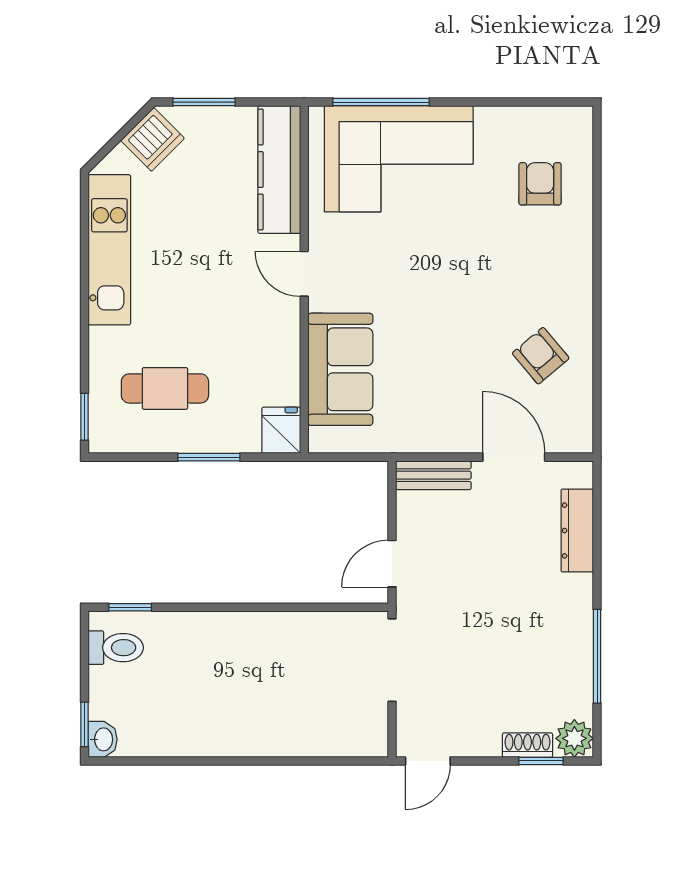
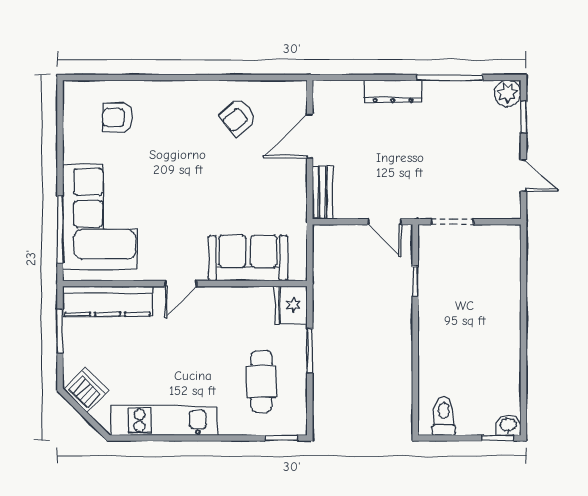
window: (204, 102) -> (60, 331), moved
fridge: (281, 430) -> (291, 305), width x1.38
dresser: (577, 531) -> (393, 91), moved
window: (130, 607) -> (415, 281), moved
doorway: (392, 660) -> (452, 222), width x0.73
shoe rack: (528, 745) -> (512, 126), removed
door: (428, 761) -> (523, 176), moved

